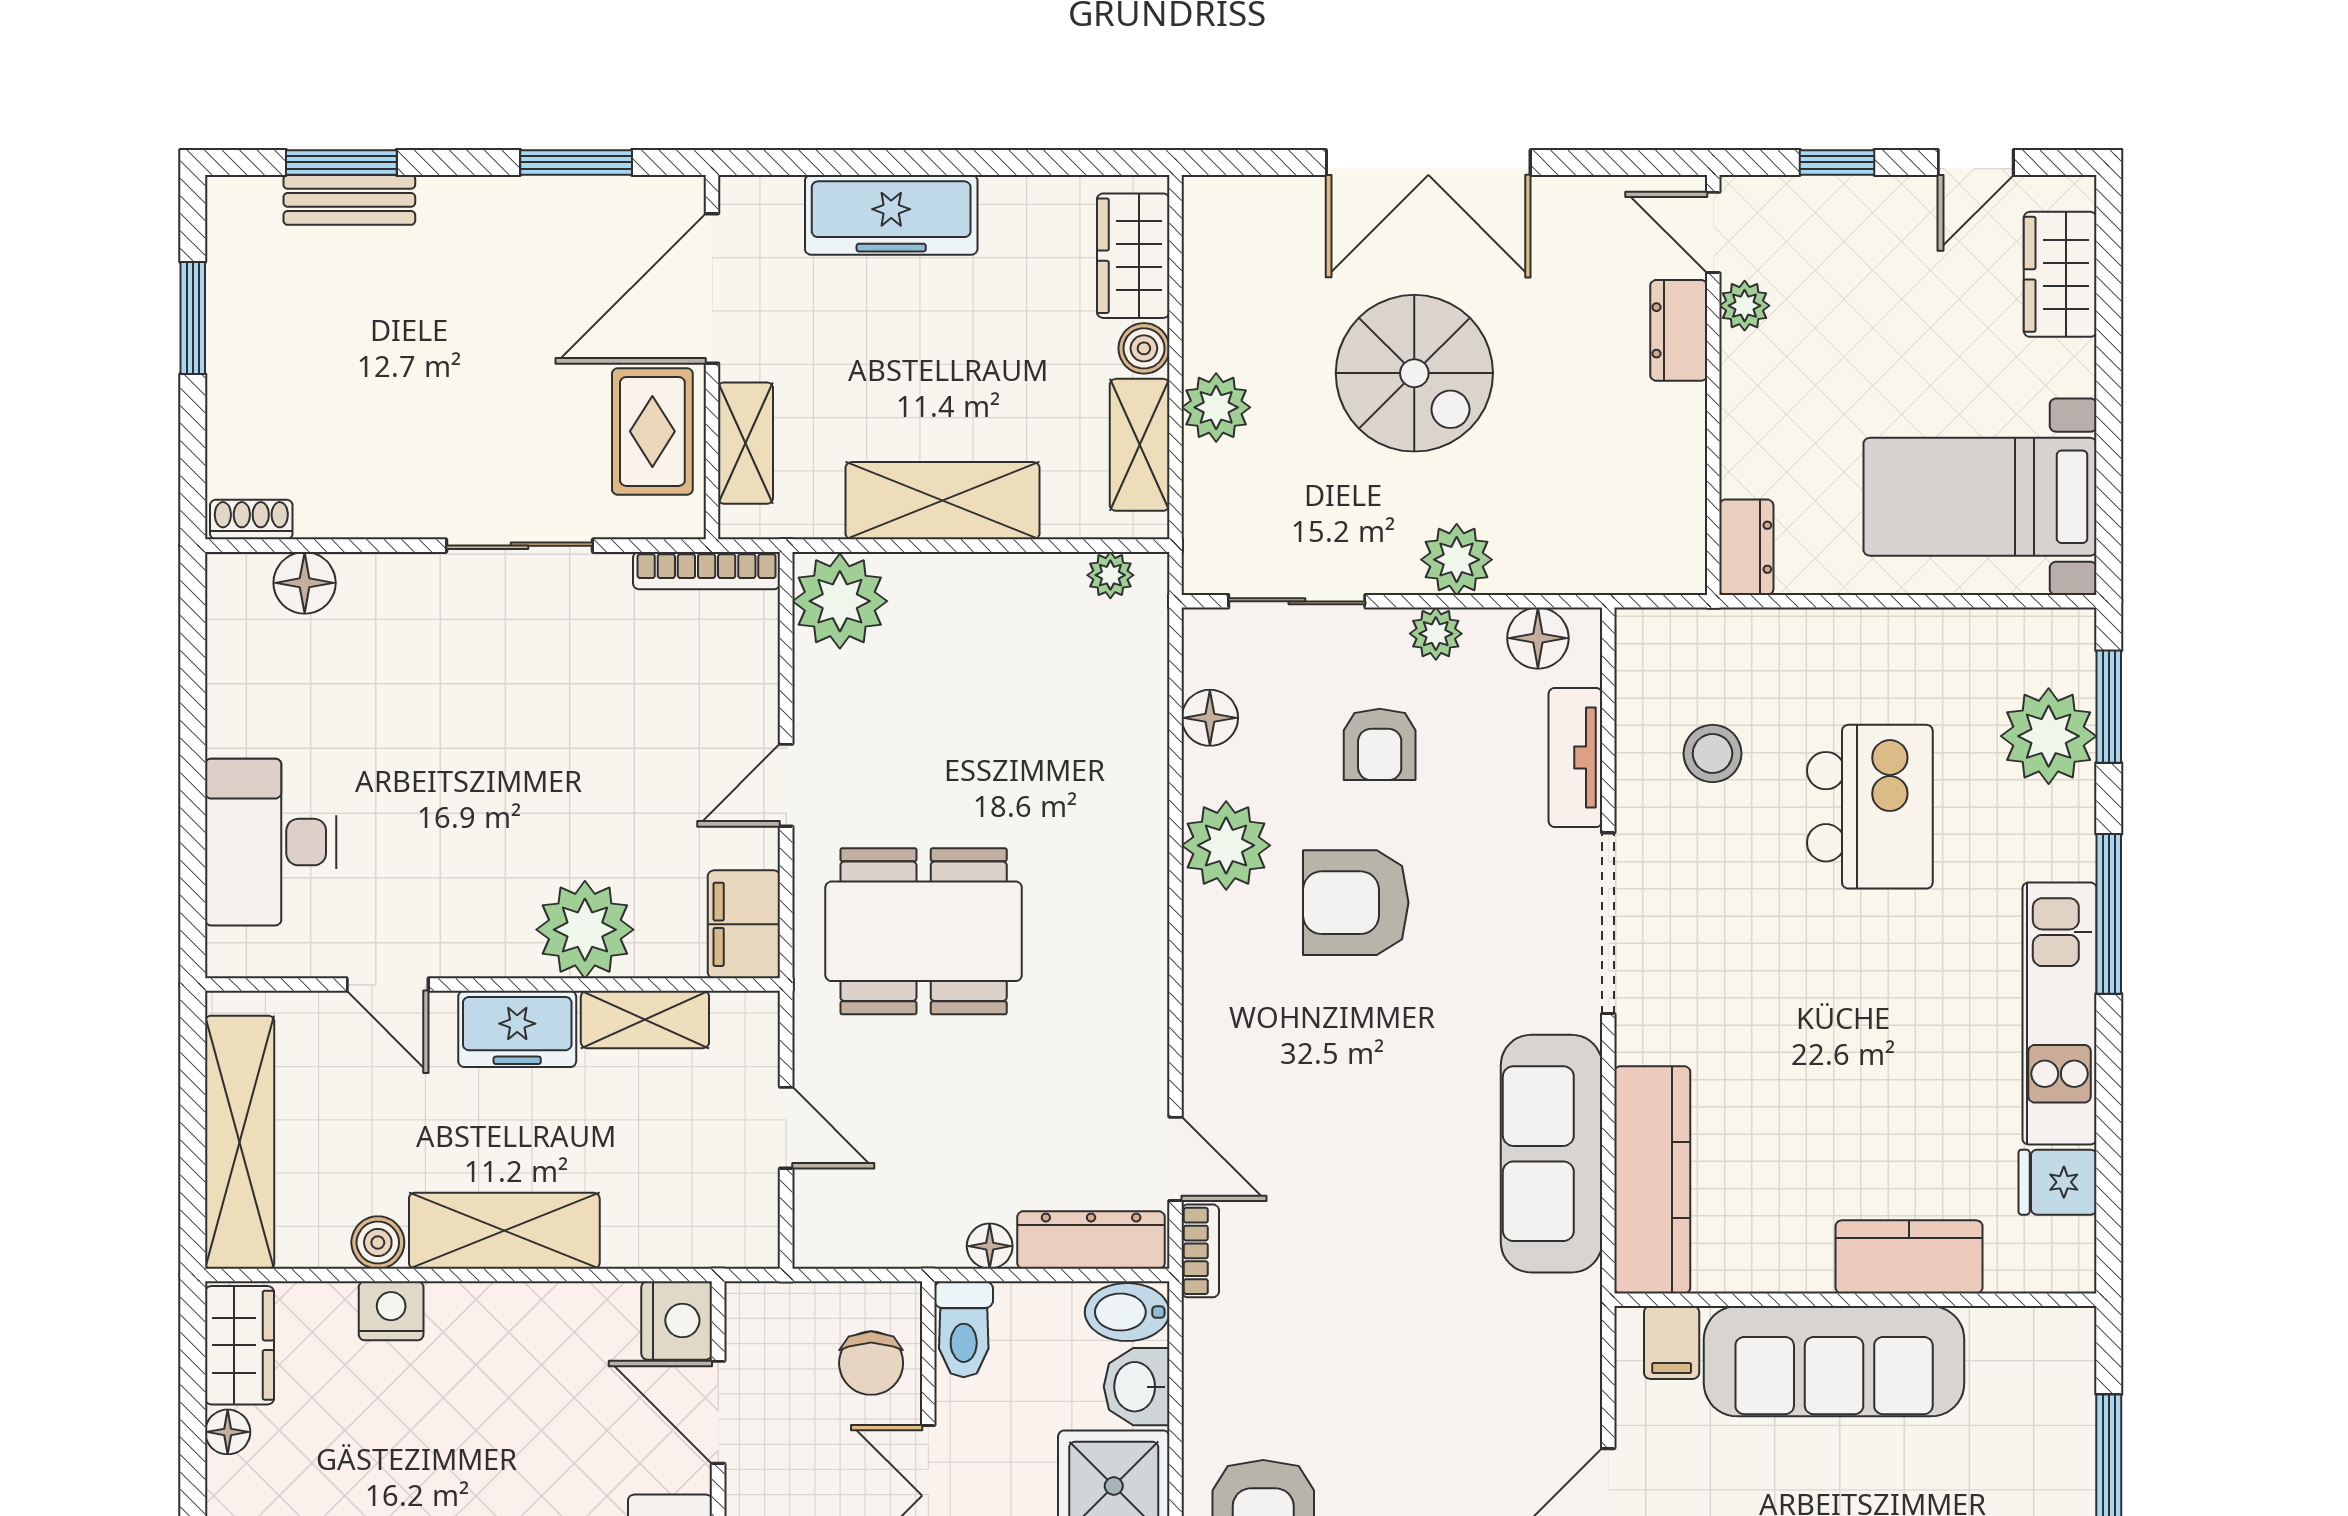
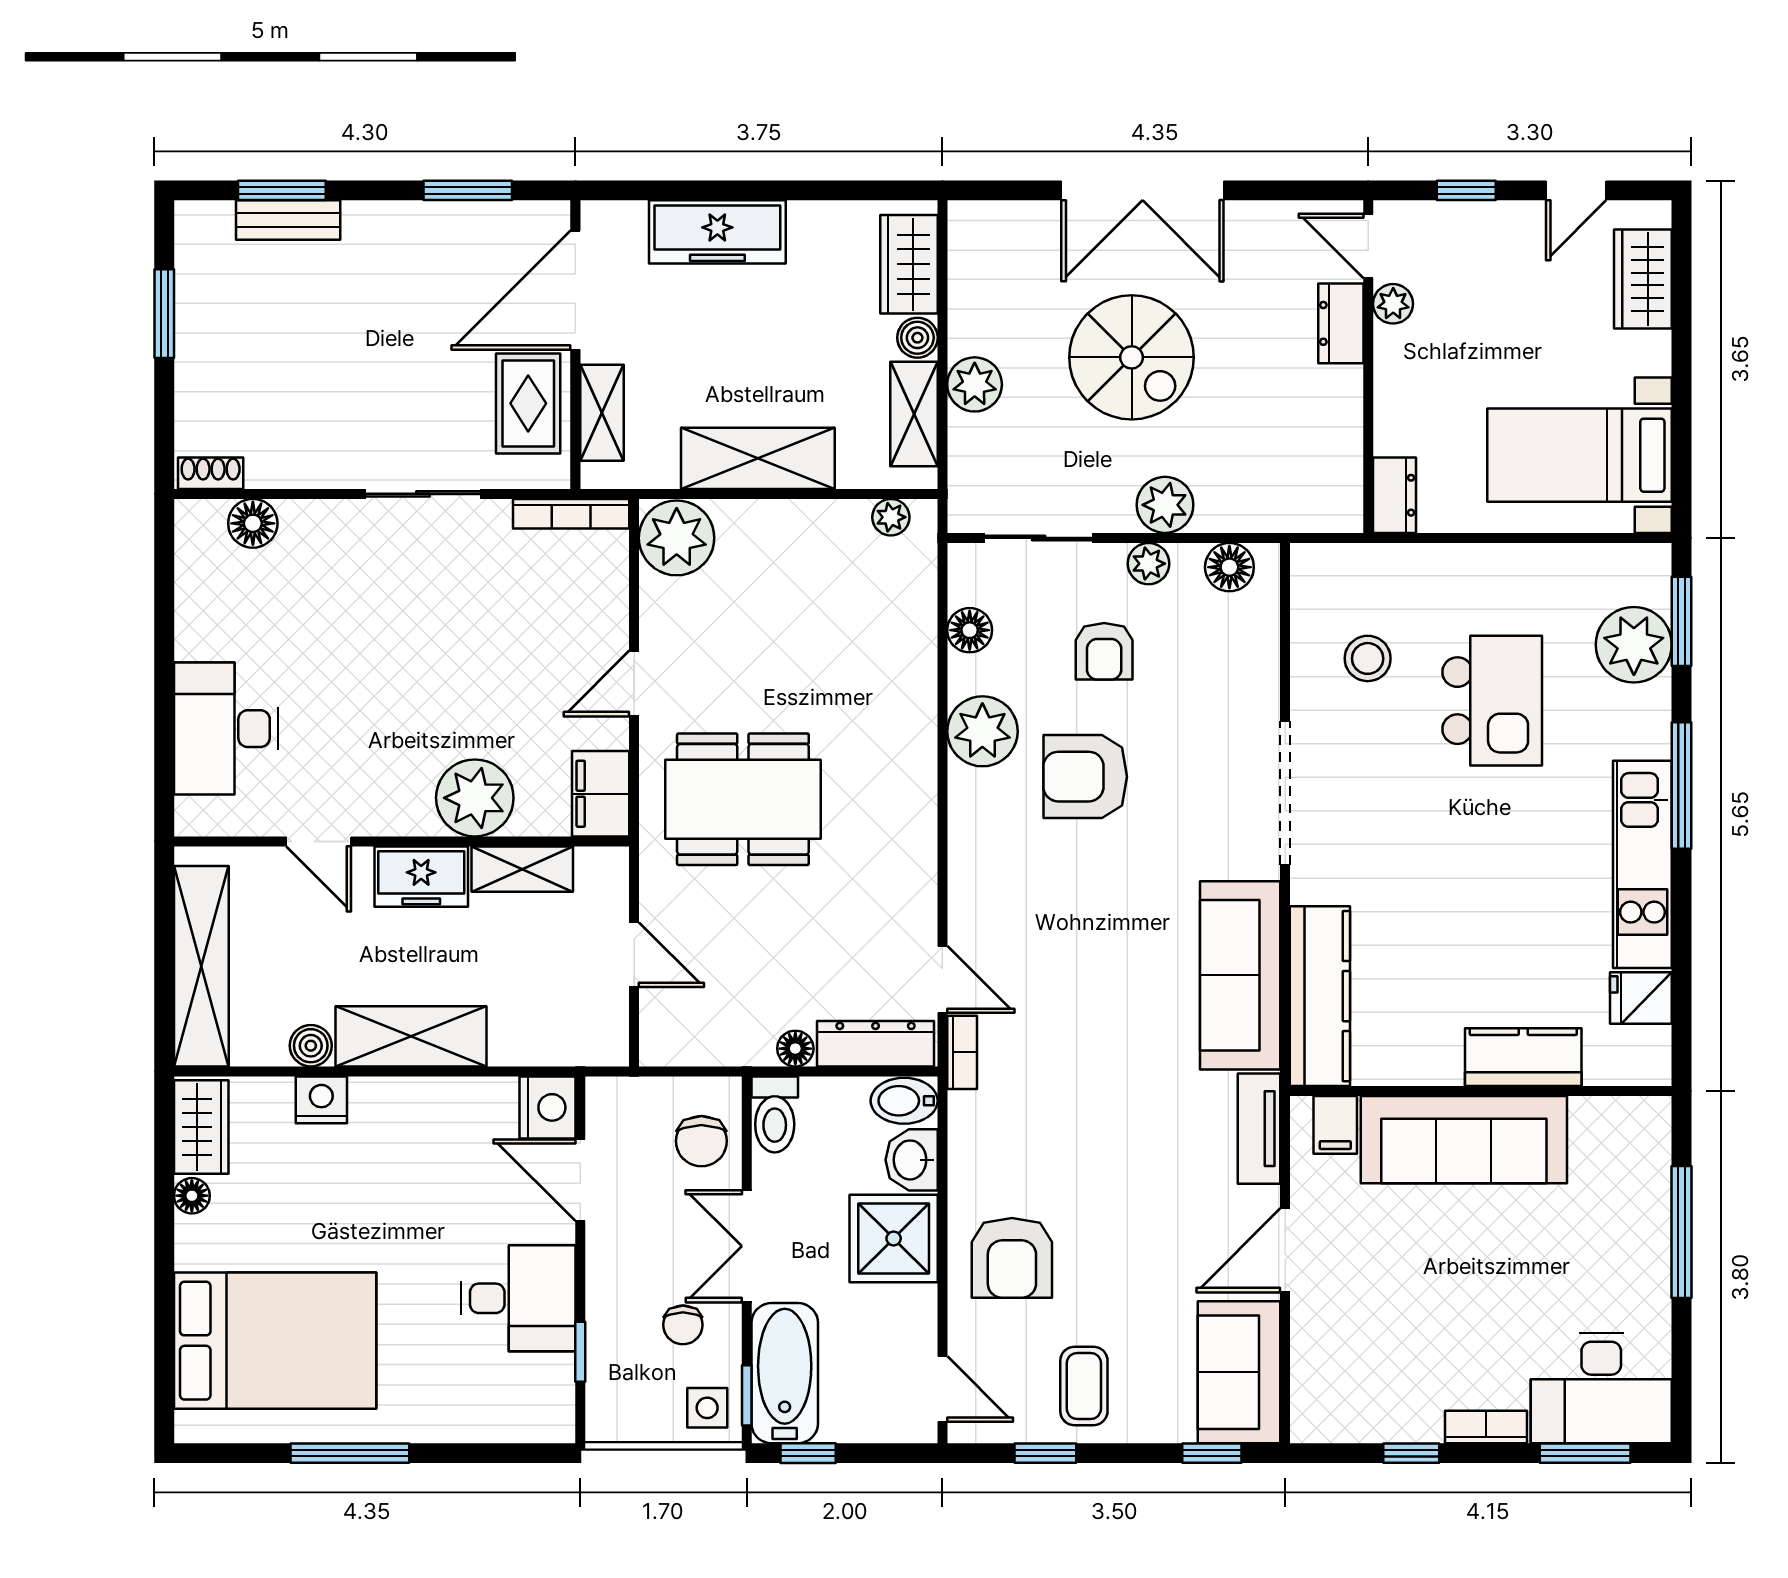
tv unit: (1575, 758) -> (1259, 1129), moved

